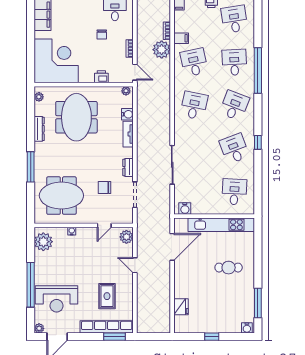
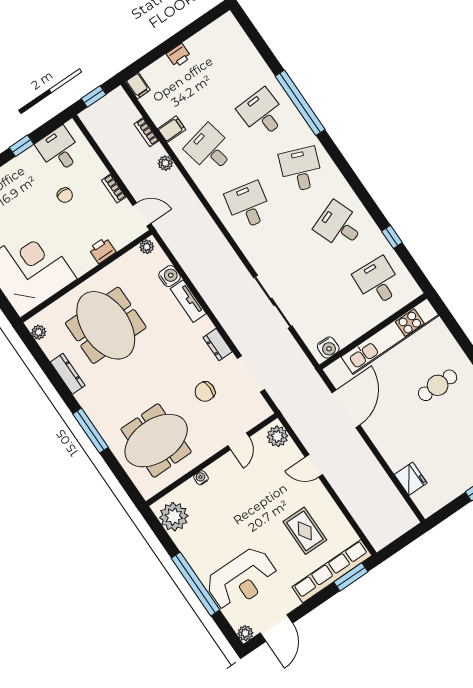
desk: (234, 19) -> (224, 57), removed
plant: (162, 50) -> (165, 163), width x0.53, depth x0.53
window: (258, 142) -> (392, 237), moved

